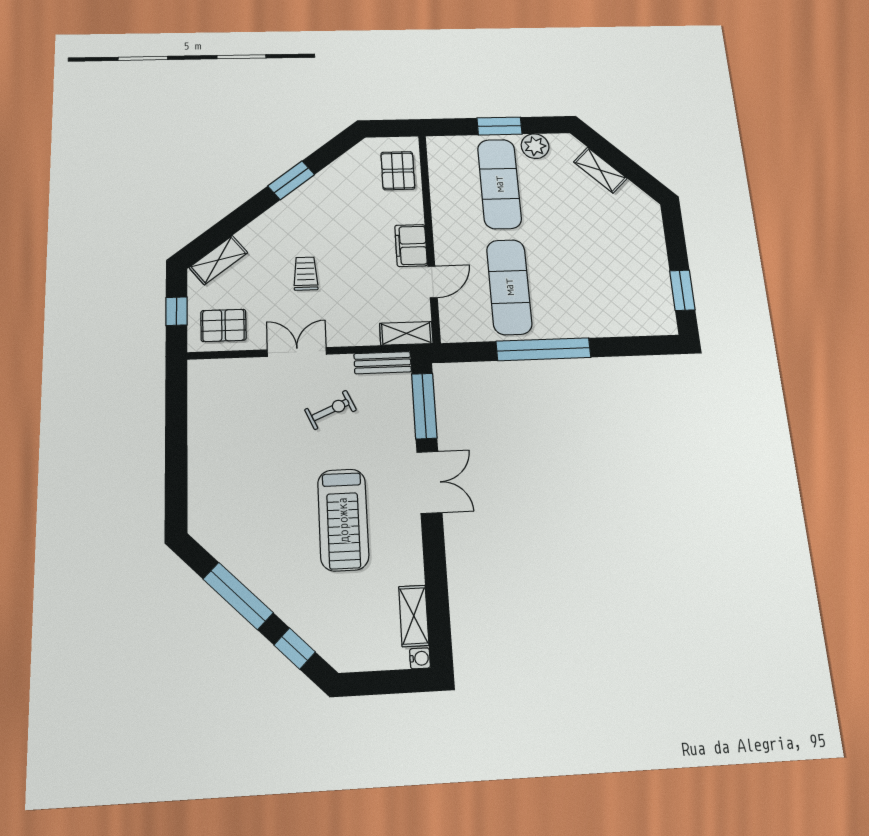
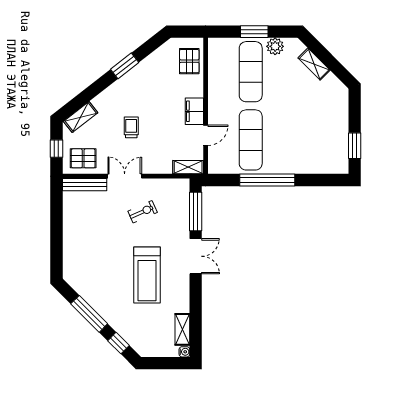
bench: (383, 363) -> (85, 185), moved, width x1.36

